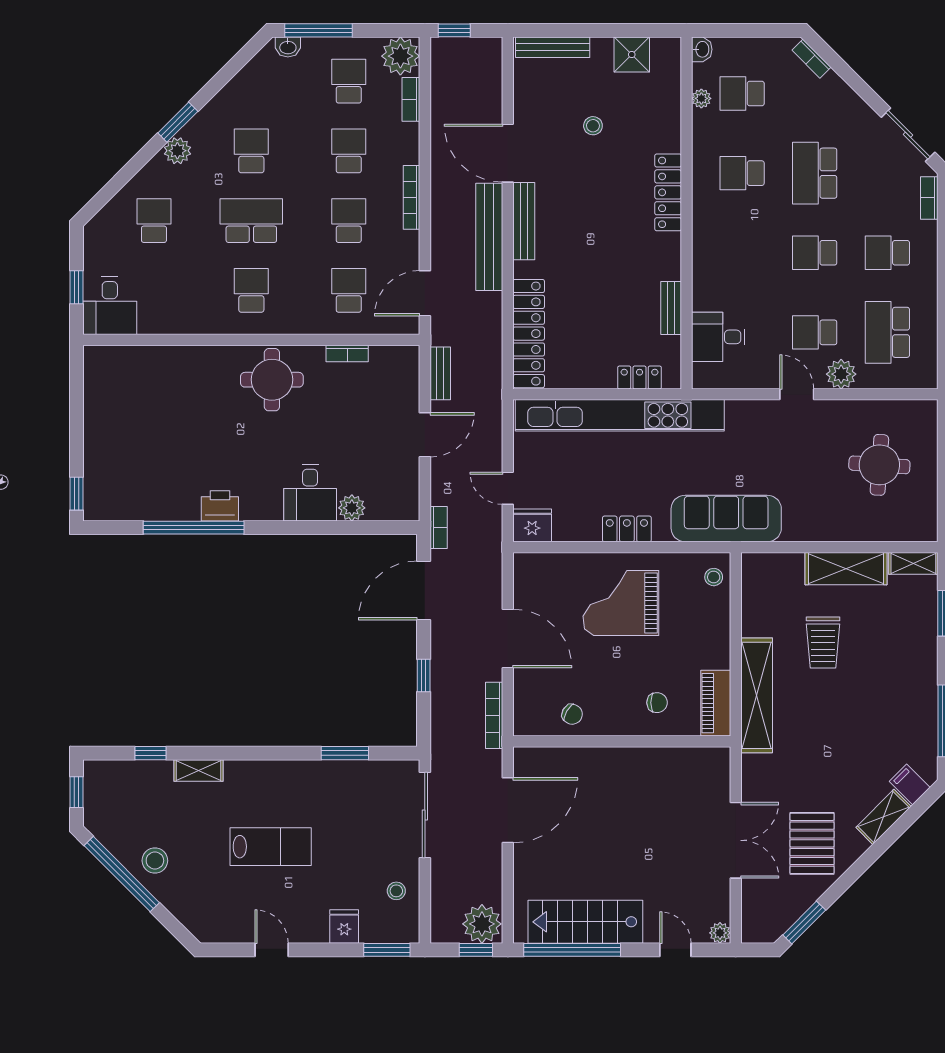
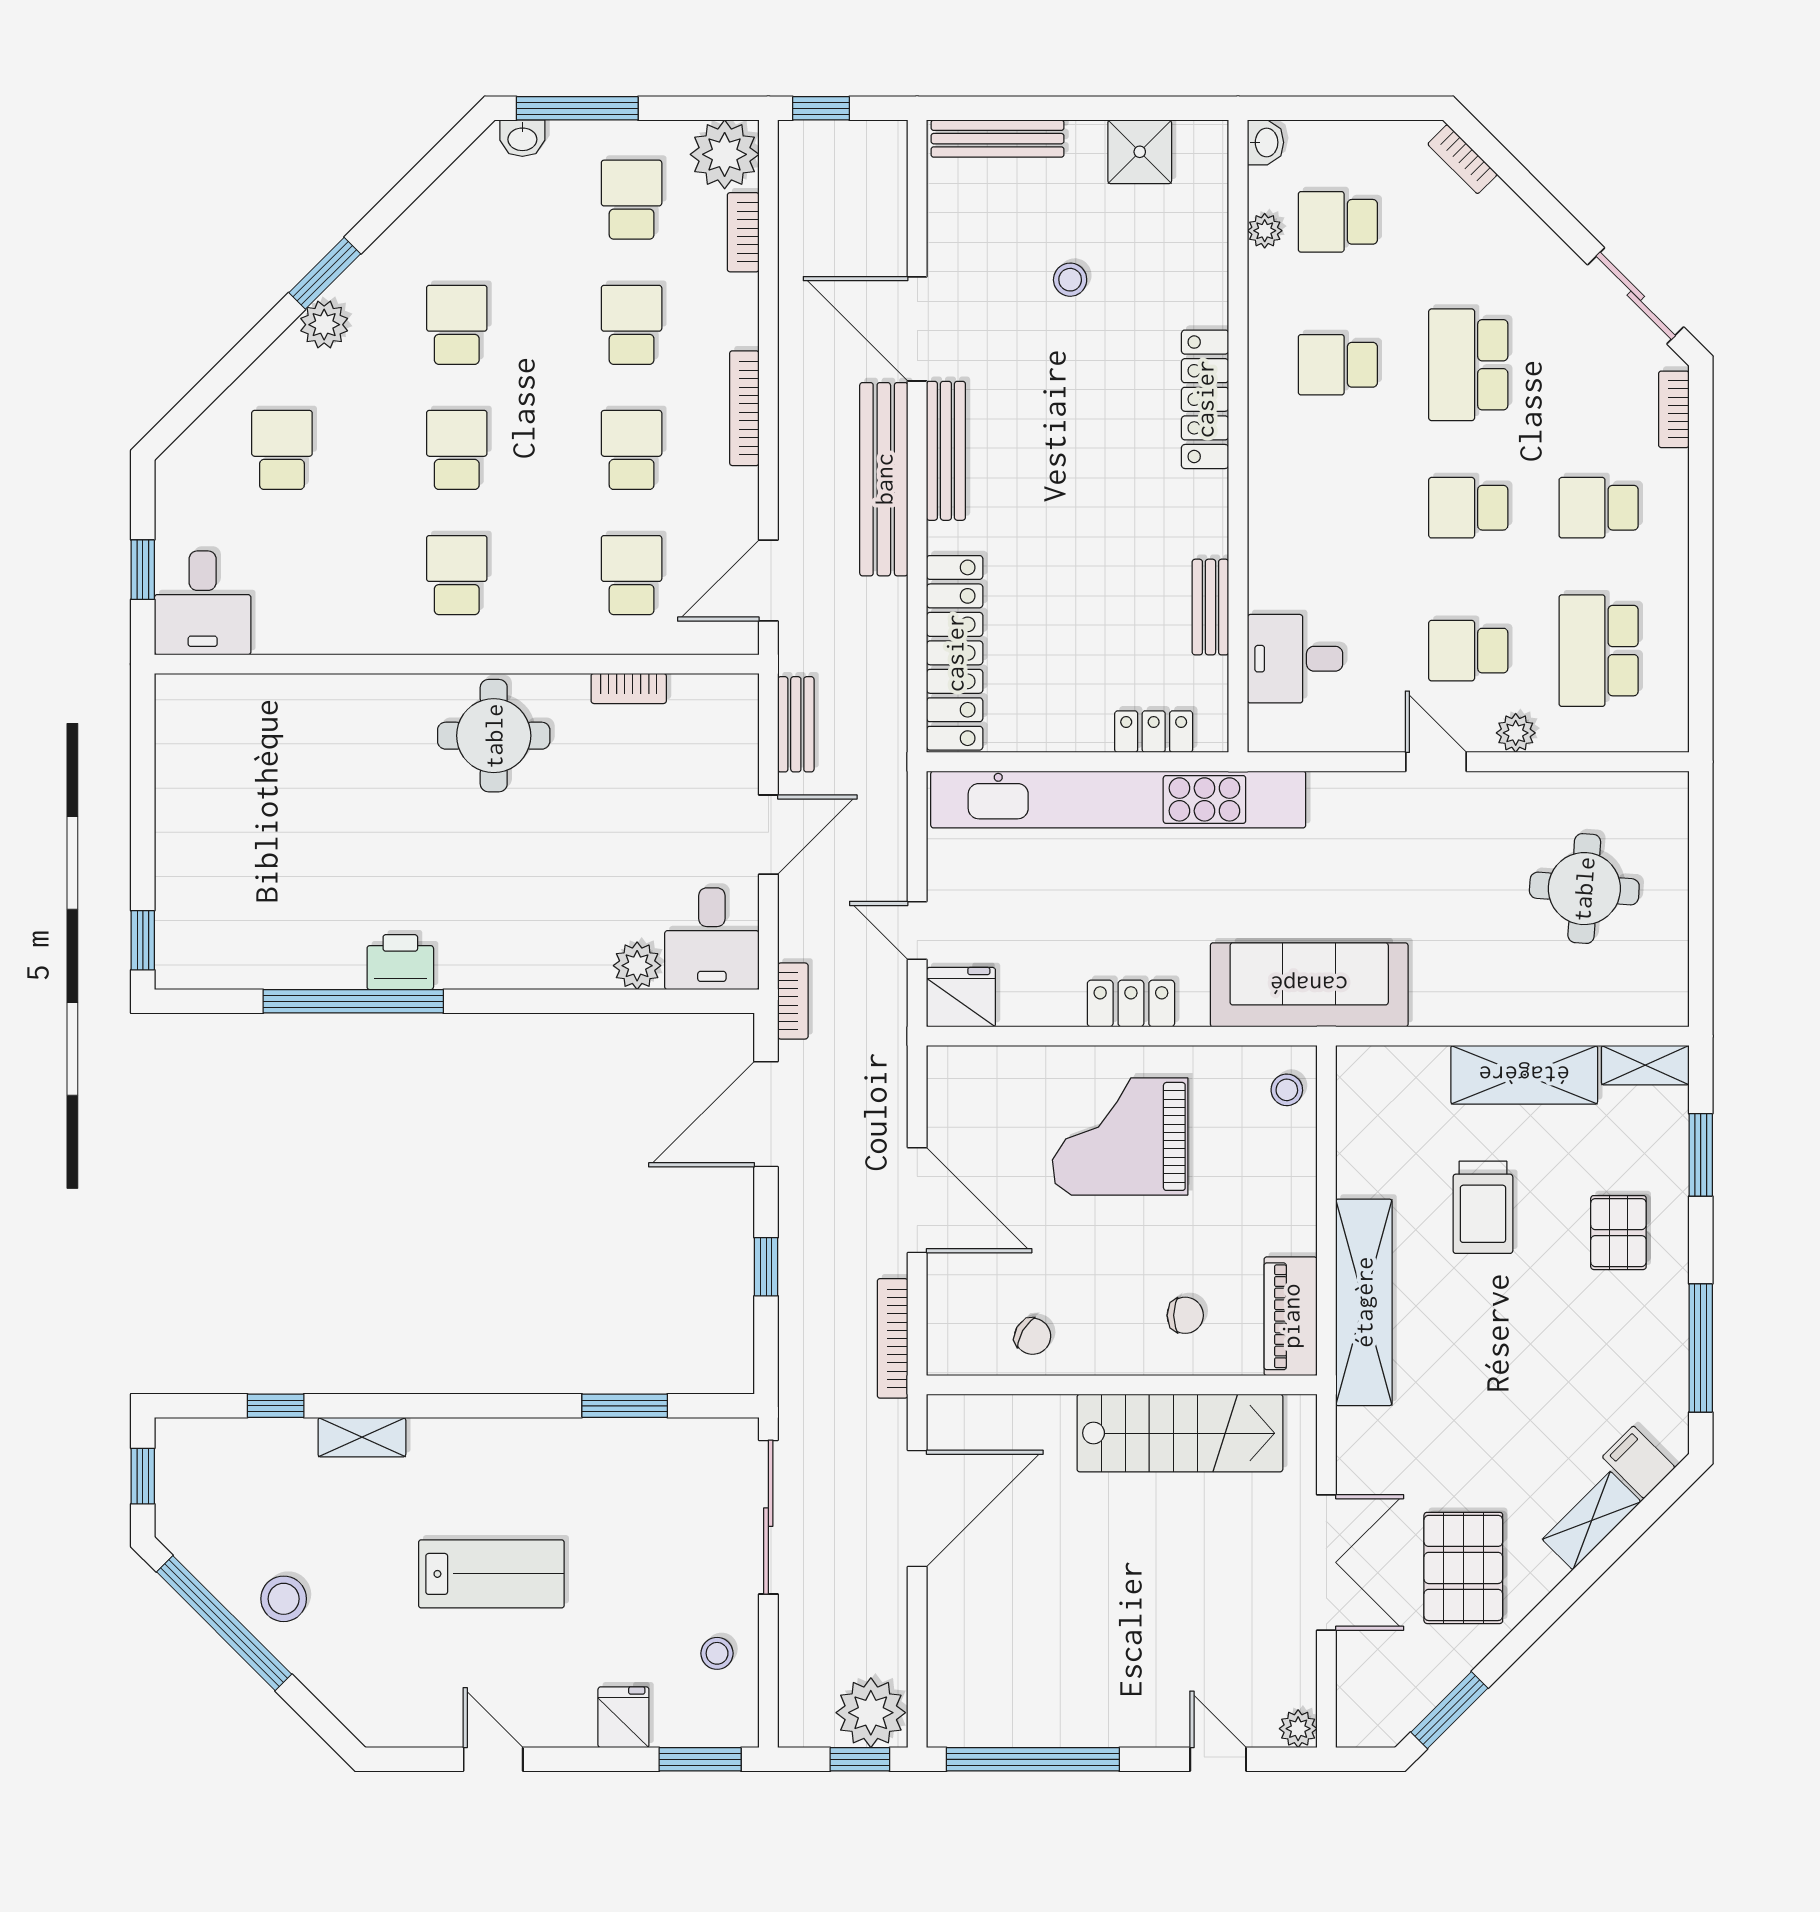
school desk: (251, 221) -> (457, 450), width x0.54
plant: (841, 374) -> (1516, 733), width x0.73, depth x0.73
desk: (310, 493) -> (712, 939), moved
pallet: (898, 657) -> (1618, 1233), added
stairs: (585, 922) -> (1180, 1433), moved, turned 180

